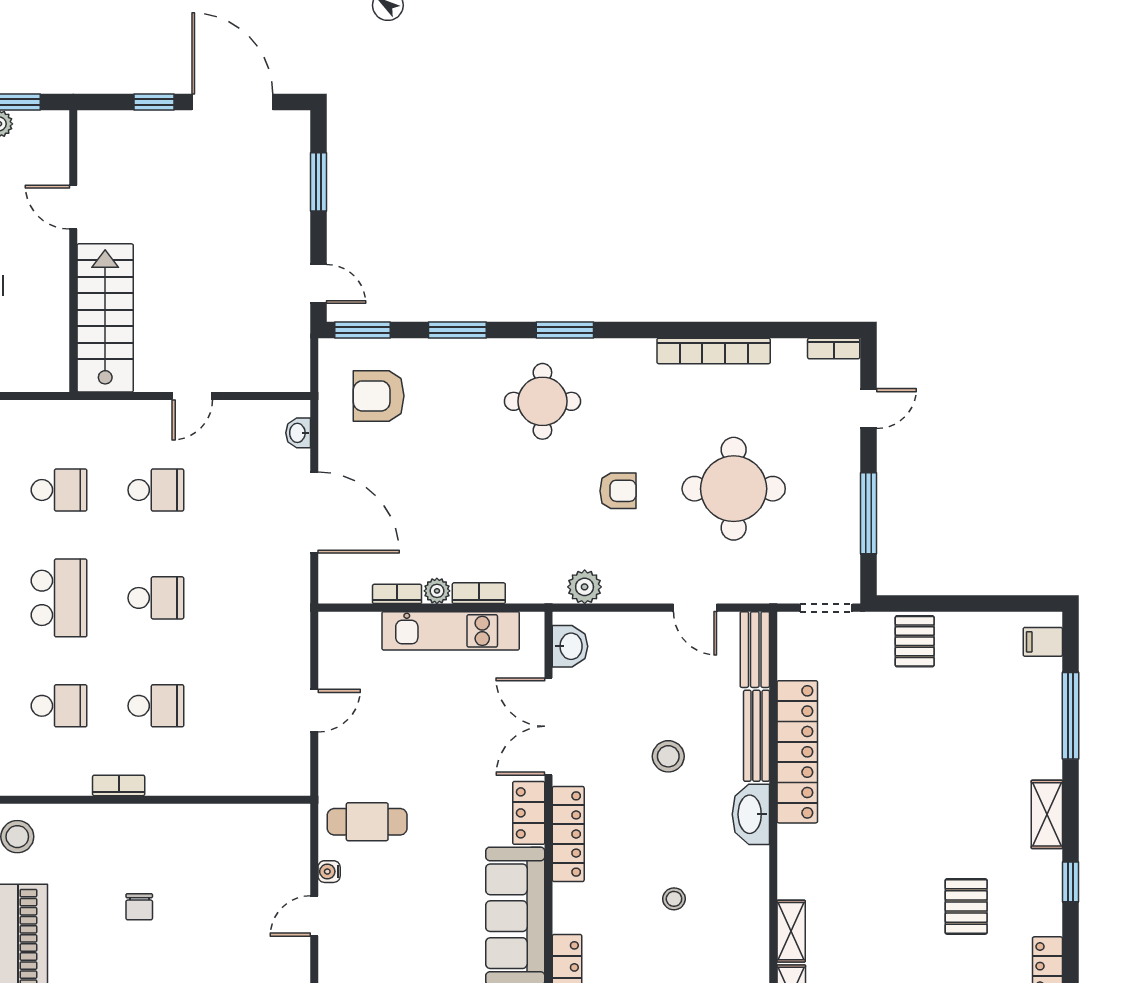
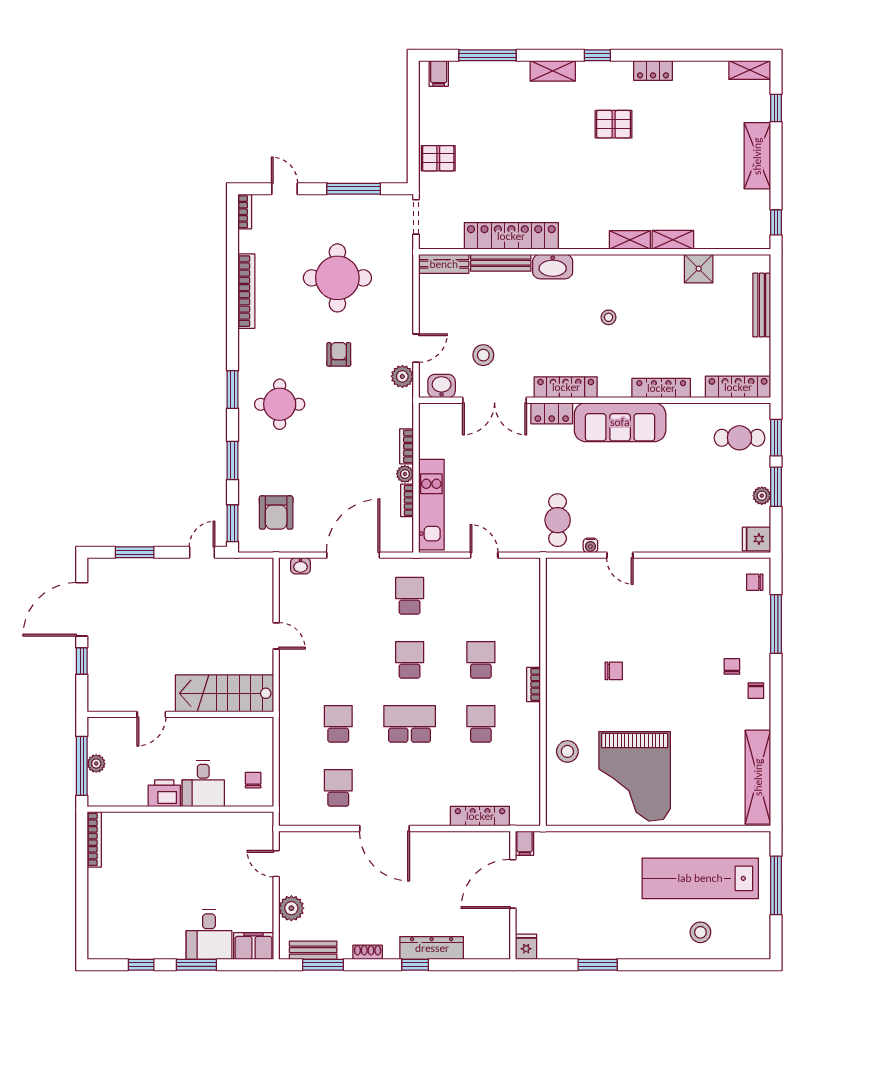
school desk: (156, 490) -> (410, 596), moved
door: (695, 608) -> (416, 348), moved
kitchen unit: (451, 631) -> (431, 505), moved
stool: (668, 756) -> (483, 355), moved

